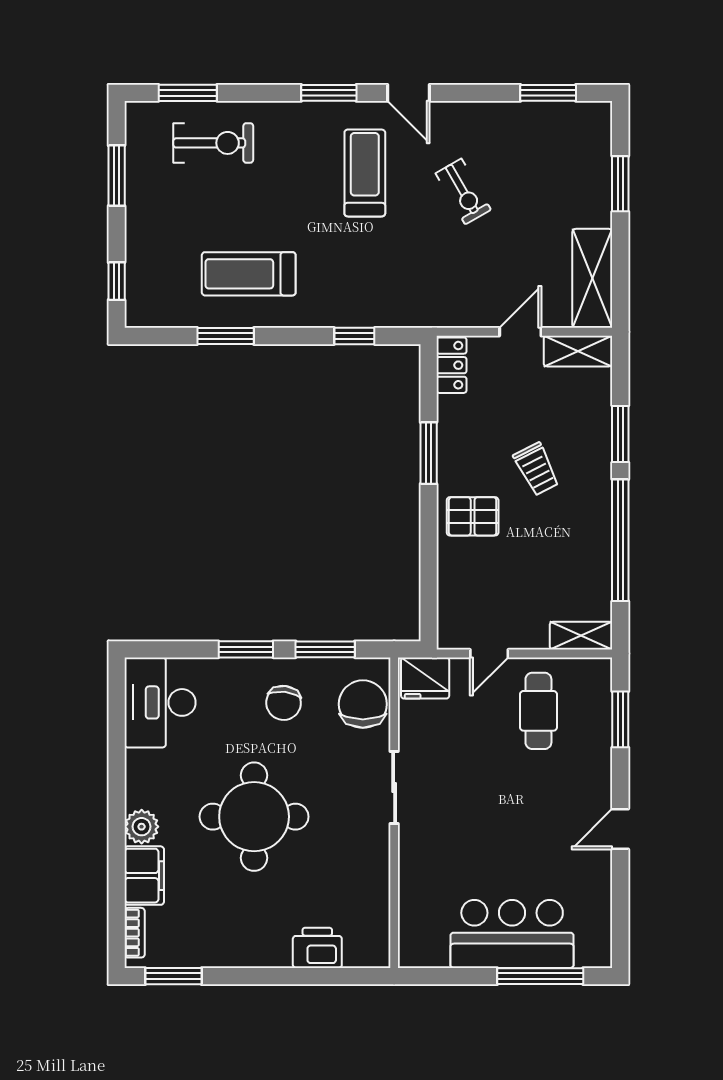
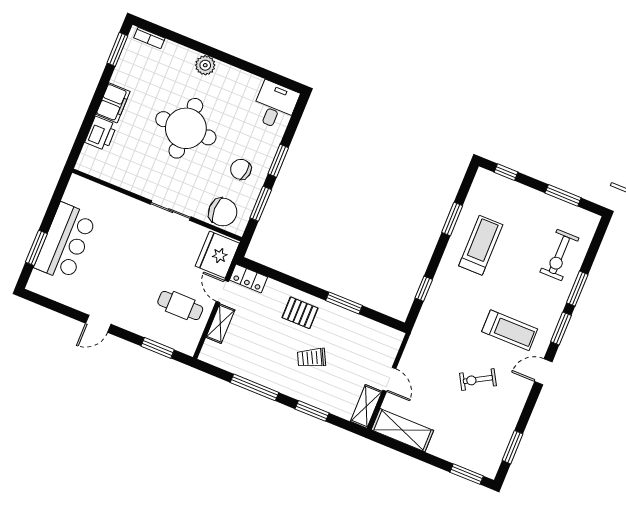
window: (188, 93) -> (577, 289), moved
window: (620, 184) -> (467, 474), moved
locker: (451, 365) -> (249, 278), moved
pallet: (473, 516) -> (300, 313), turned 90
window: (620, 540) -> (255, 387), width x0.68
shelving: (581, 636) -> (220, 324), moved
fridge: (425, 678) -> (217, 255), width x1.36, depth x1.34
desk: (160, 702) -> (275, 105), width x0.73
door: (620, 829) -> (98, 324), swing flipped
filing cabinet: (144, 876) -> (113, 103), moved, turned -90
window: (540, 976) -> (36, 248), width x0.69

